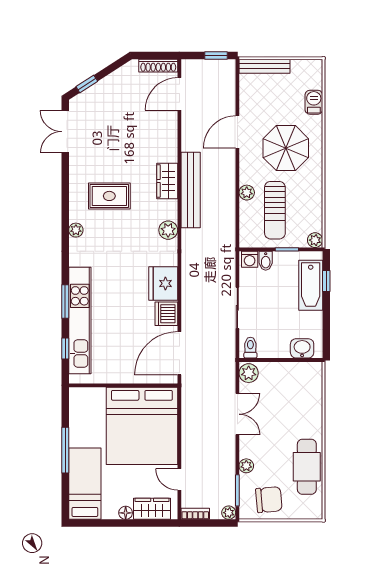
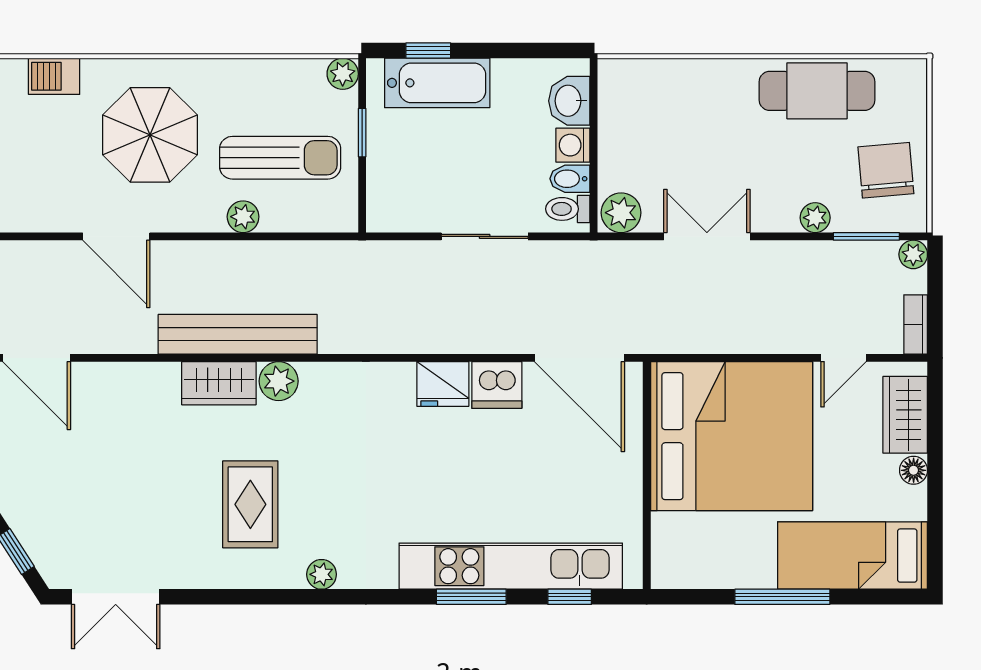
plant: (168, 230) -> (279, 381), moved
washing machine: (250, 259) -> (573, 145), moved, turned 180
bidet: (266, 261) -> (570, 179), moved, turned 180
fridge: (163, 283) -> (443, 384), width x0.73, depth x0.75

